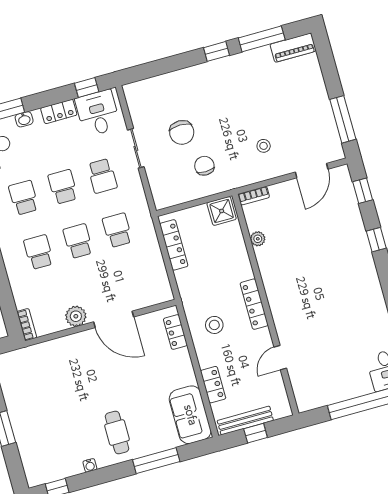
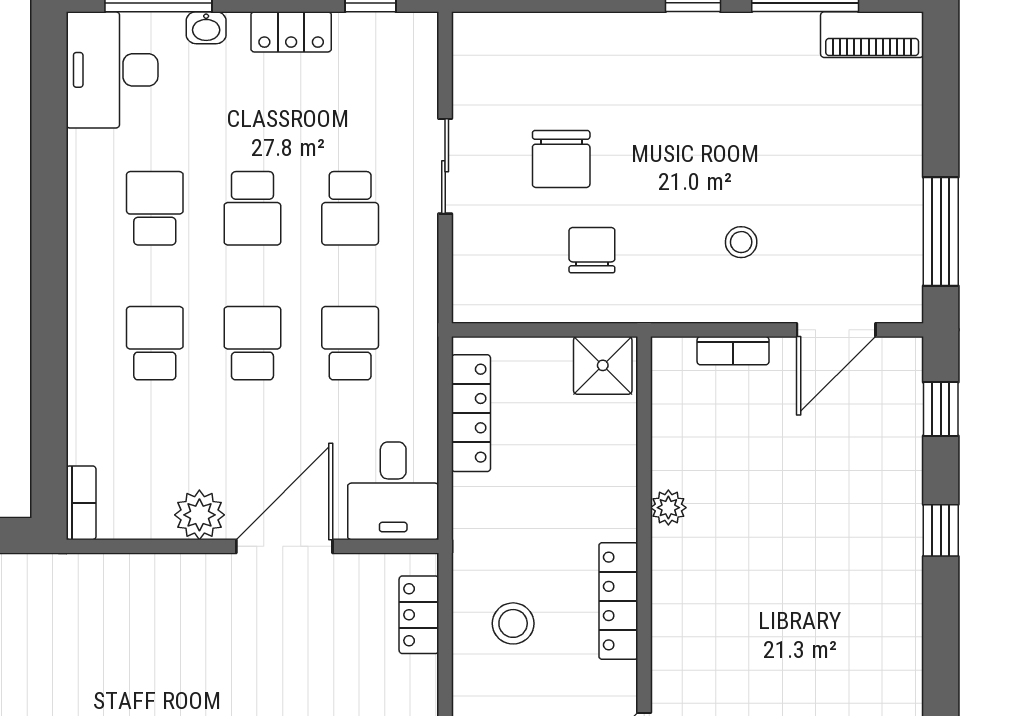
desk: (98, 113) -> (393, 491), moved, turned 180
school desk: (63, 187) -> (252, 208), turned 180
bookcase: (254, 196) -> (733, 351), moved
plant: (258, 239) -> (668, 508), moved
door: (114, 319) -> (284, 546), swing flipped

